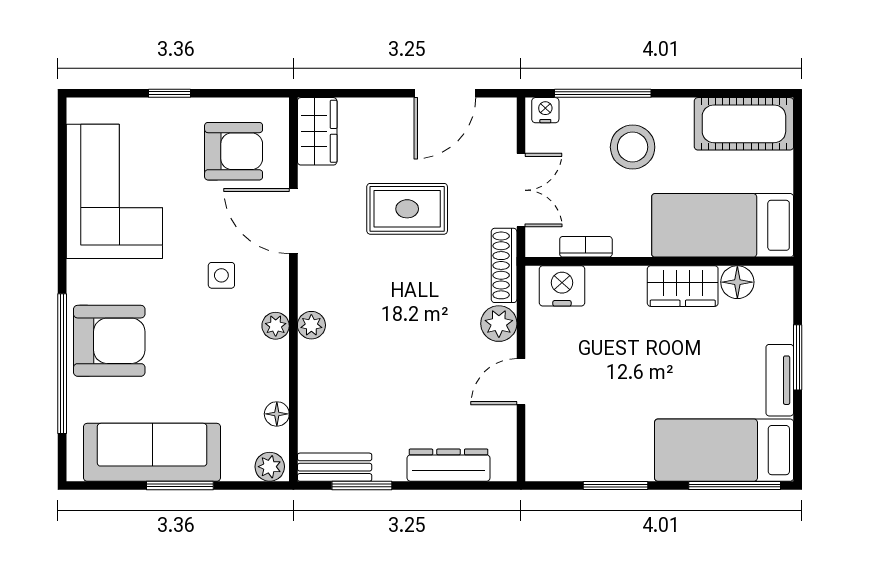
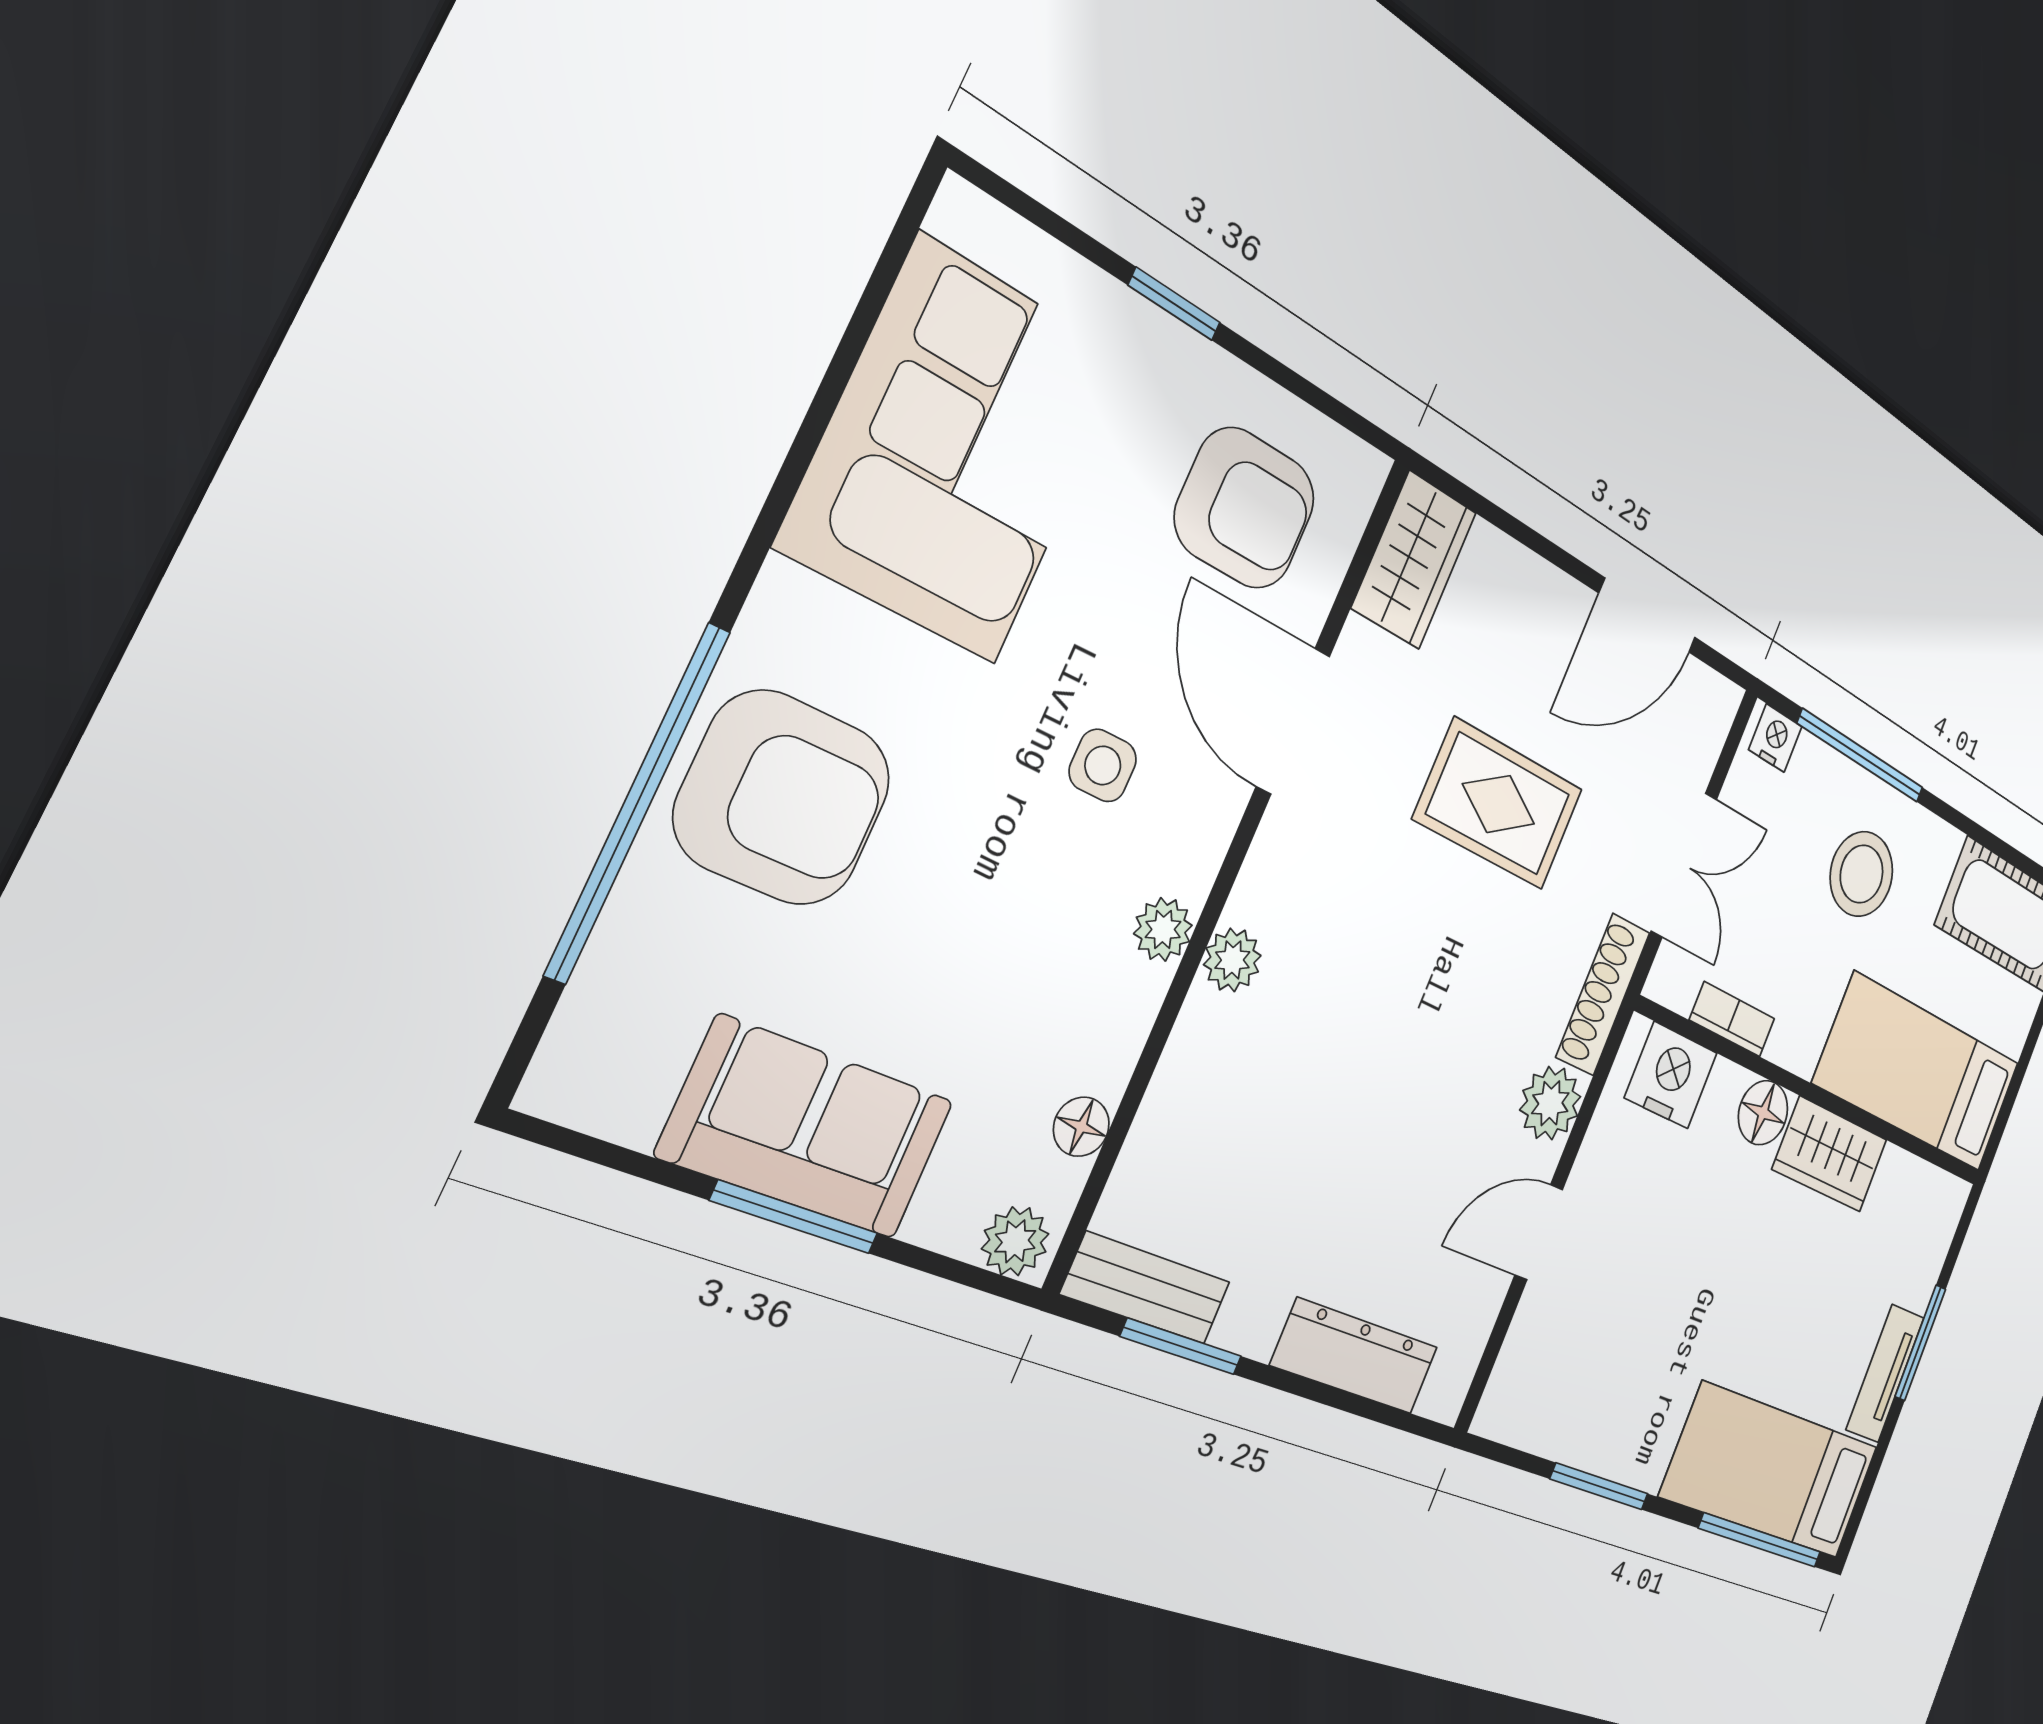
floor lamp: (737, 282) -> (1763, 1113), moved
sofa: (152, 452) -> (808, 1128), width x0.73

